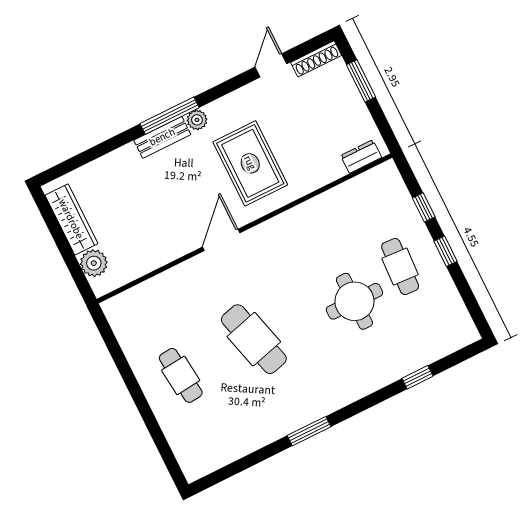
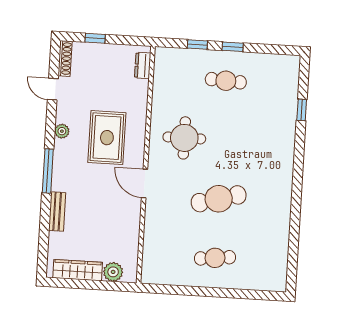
window: (361, 81) -> (95, 38), width x0.67
plant: (197, 120) -> (62, 131), moved
bench: (162, 137) -> (57, 212), moved
rug: (250, 163) -> (107, 138), turned 90
round table: (354, 301) -> (184, 138), moved
window: (309, 431) -> (296, 197), removed

